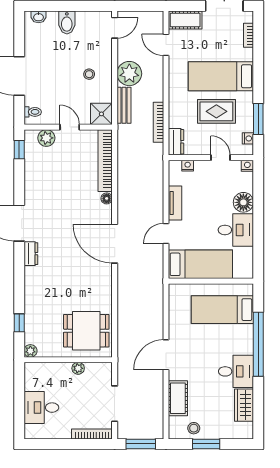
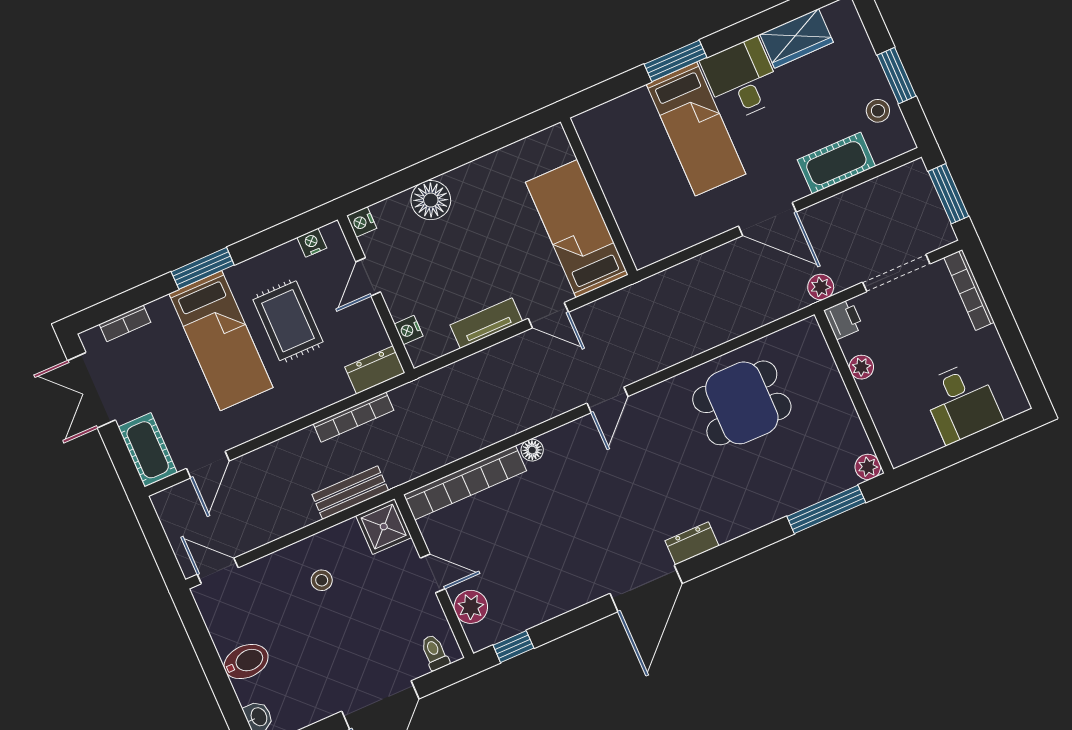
plant: (129, 74) -> (821, 287), moved, width x0.53, depth x0.53
window: (258, 119) -> (203, 268), moved
door: (70, 127) -> (433, 573), swing flipped
desk: (236, 230) -> (487, 192), removed
door: (115, 244) -> (607, 400), width x0.53
bed: (222, 310) -> (696, 129), moved
window: (19, 323) -> (826, 509), width x2.17
dining table: (86, 331) -> (742, 403), moved, turned 90
window: (258, 344) -> (675, 61), width x0.47
printer: (104, 370) -> (844, 319), added

